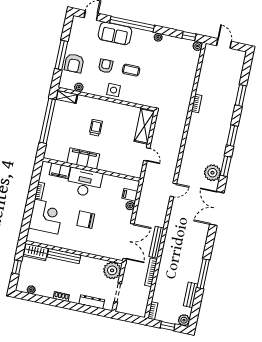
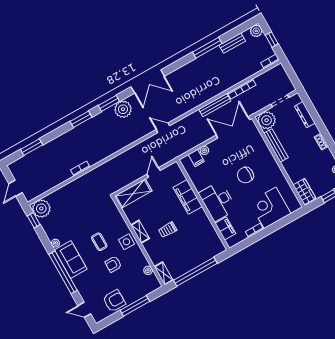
sofa: (115, 33) -> (71, 260), moved
plant: (197, 46) -> (41, 208), width x1.87, depth x1.87
armchair: (74, 63) -> (114, 301), moved
window: (241, 95) -> (32, 147), moved
shelving: (112, 106) -> (140, 232), added
filing cabinet: (83, 158) -> (188, 197), moved
chair: (86, 220) -> (245, 175), turned 90
bench: (64, 256) -> (276, 145), moved

